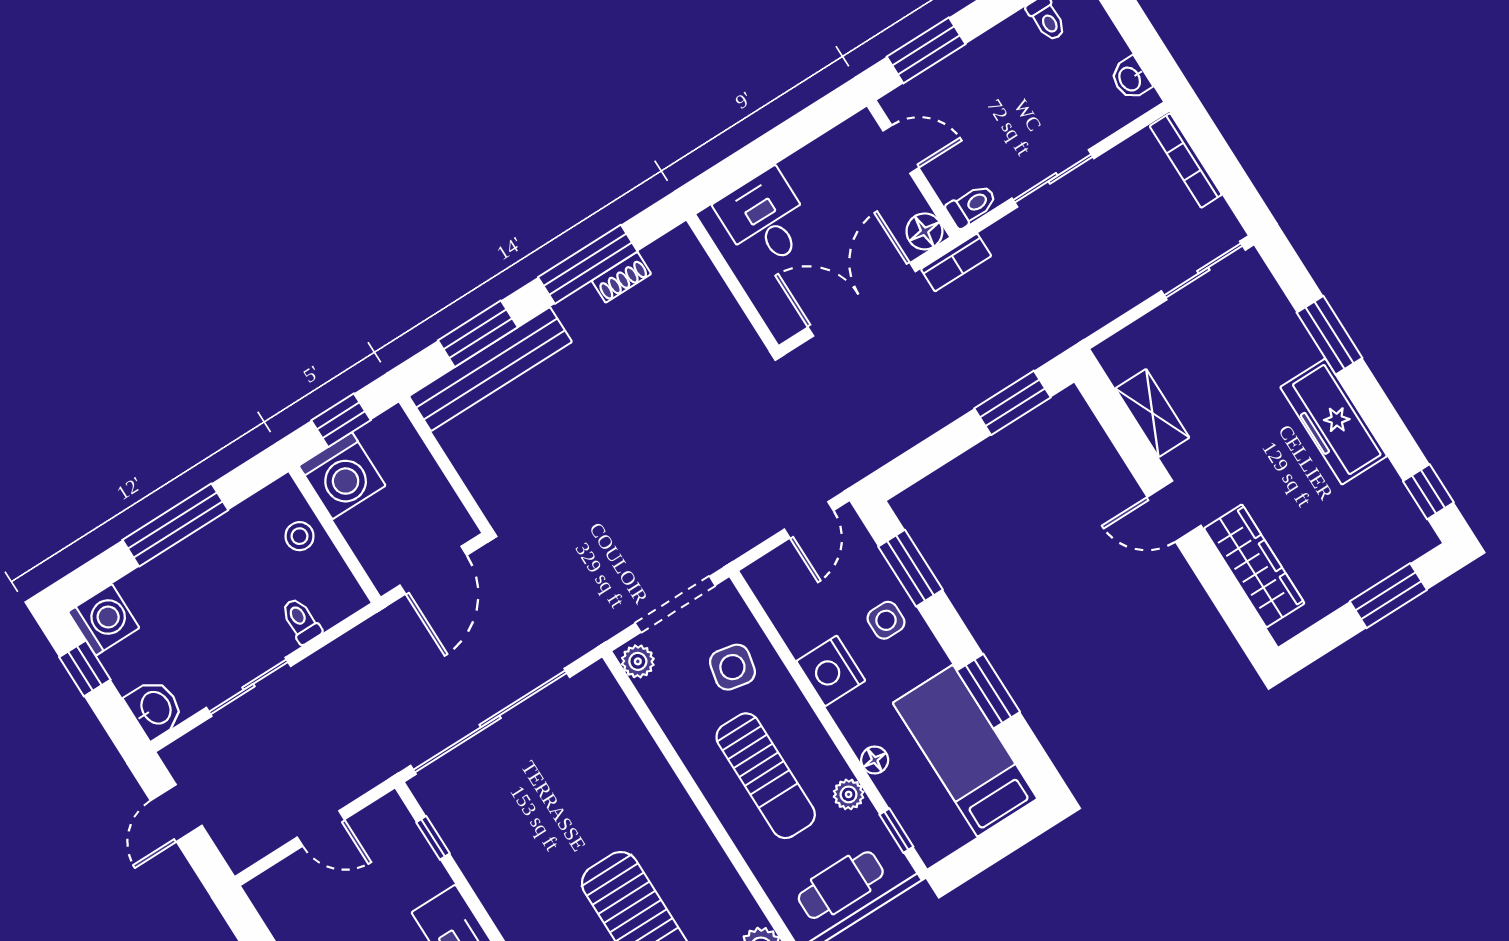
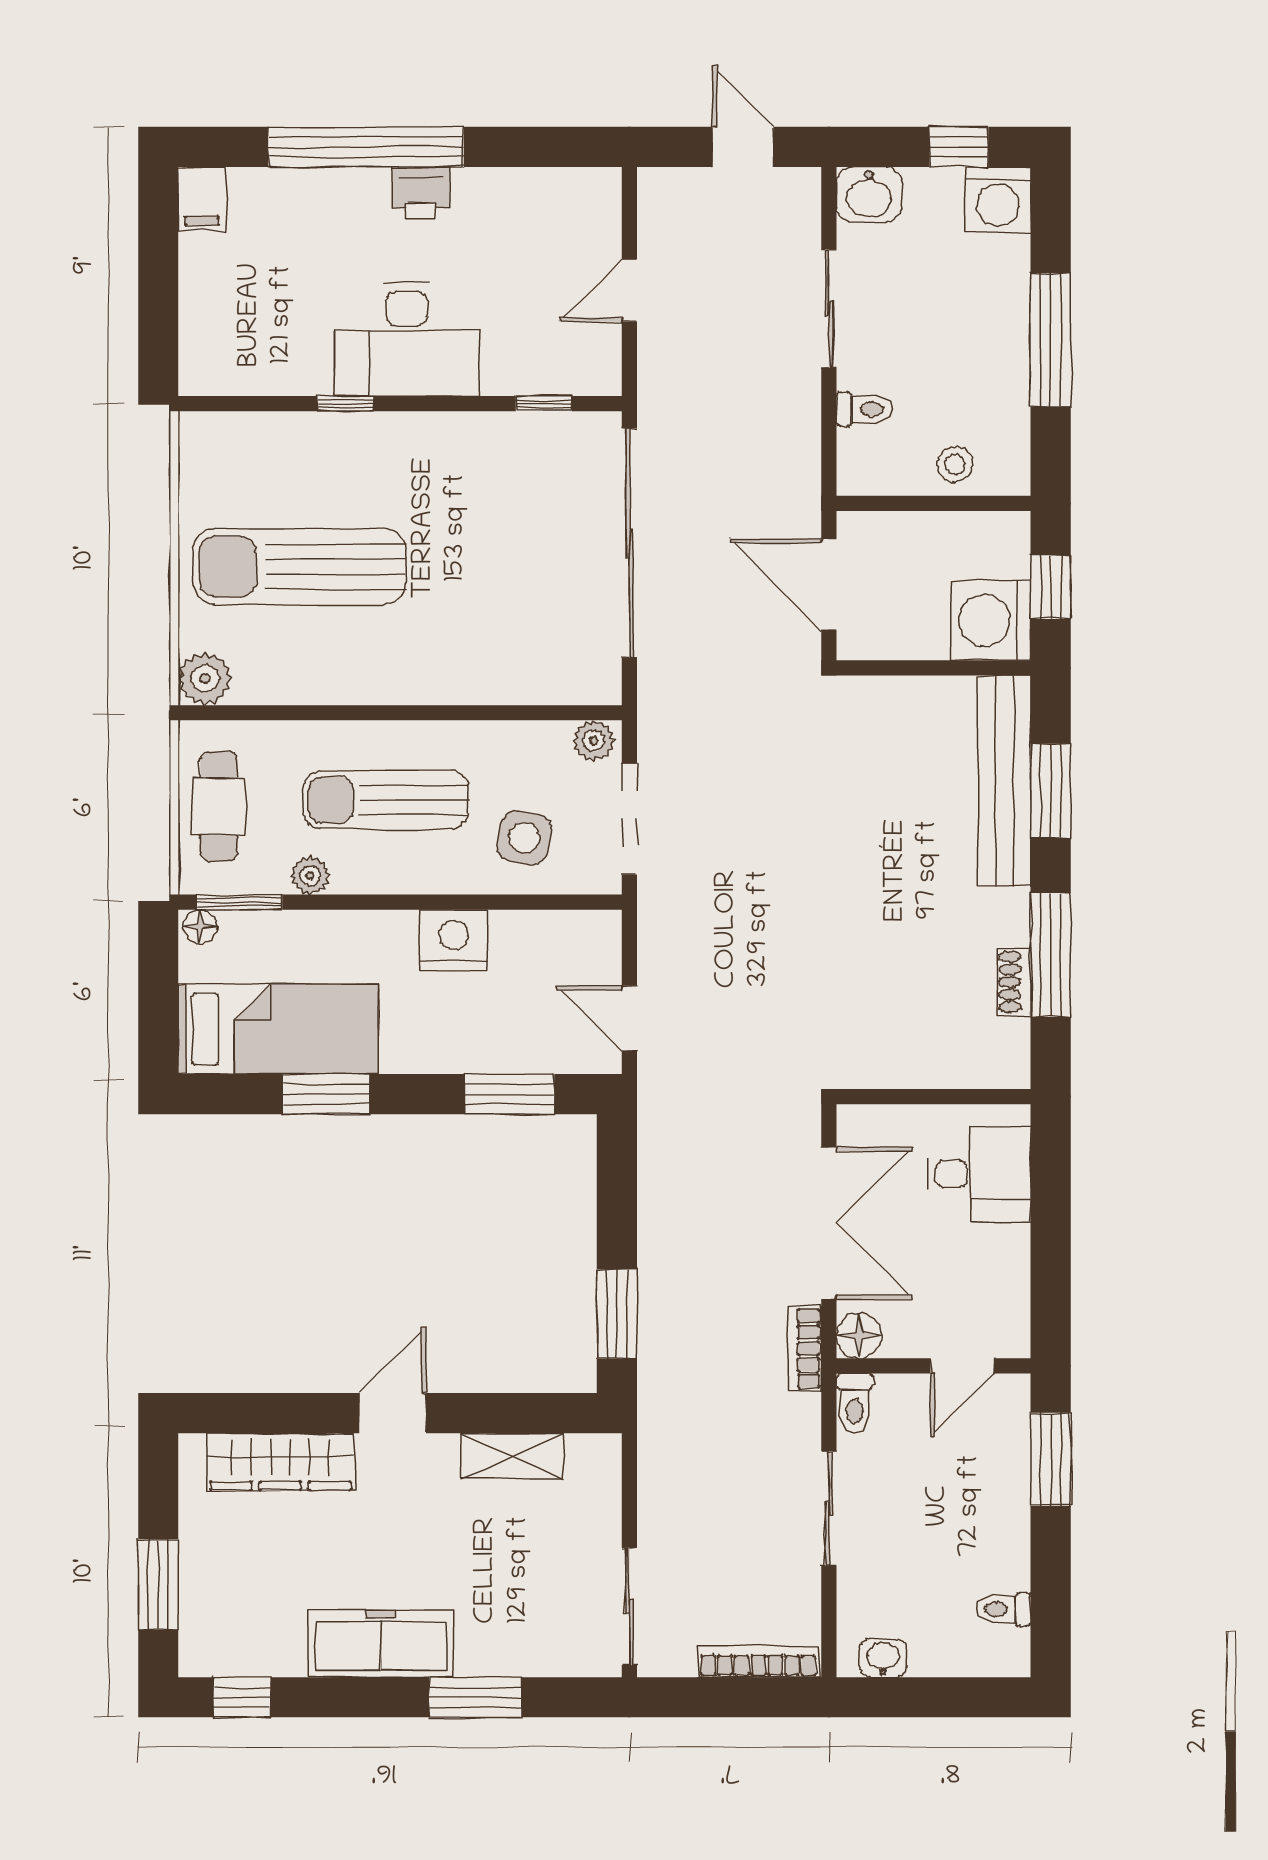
washing machine: (342, 476) -> (991, 620), moved
side table: (886, 620) -> (470, 1033), removed
floor lamp: (875, 760) -> (200, 927), moved
window: (896, 831) -> (239, 902), width x1.50

